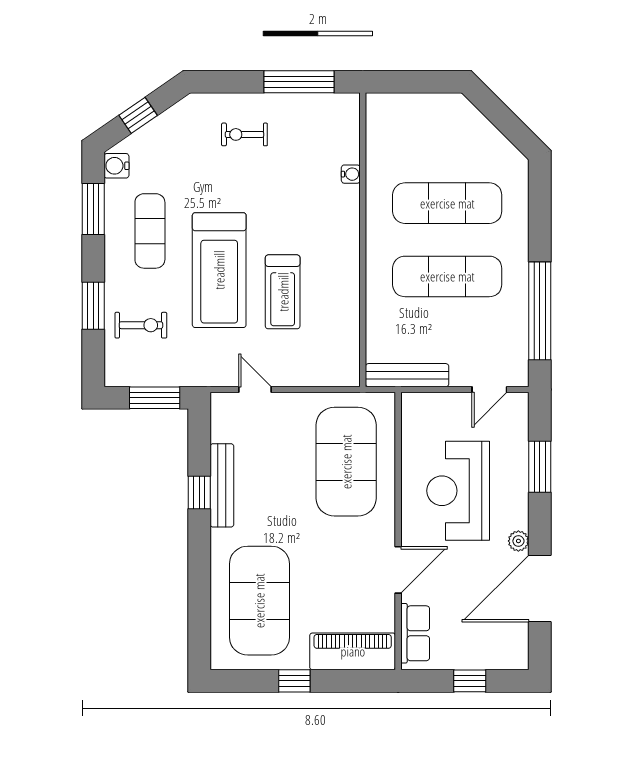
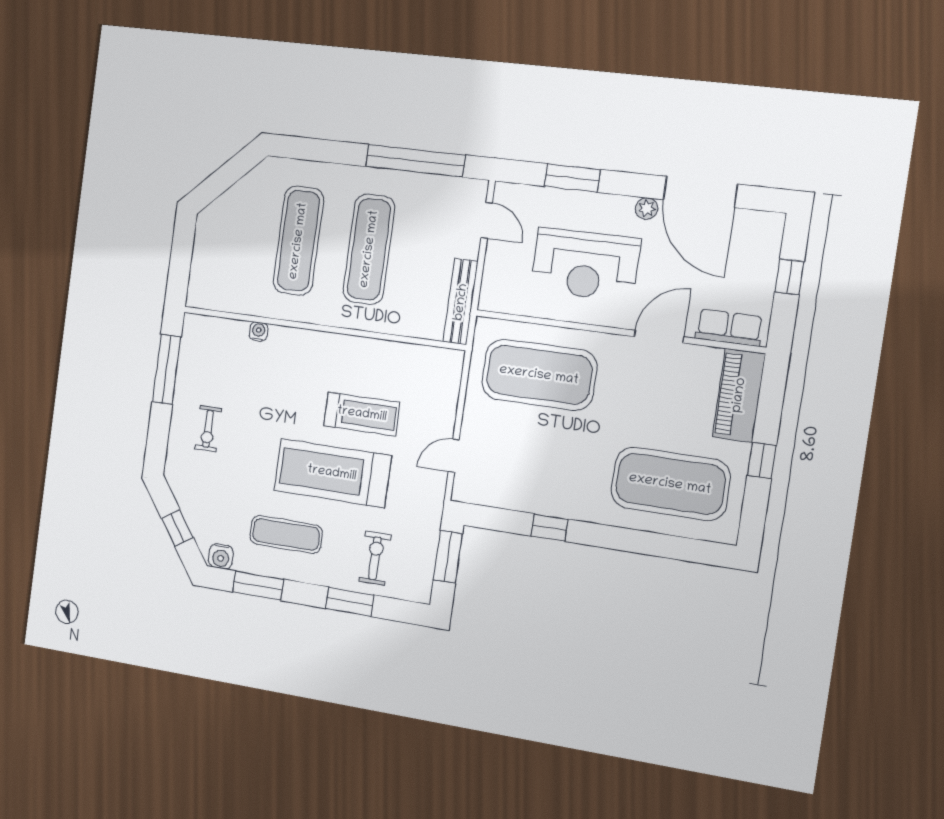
treadmill: (219, 270) -> (332, 473), turned 180
bench: (222, 485) -> (545, 504), removed
door: (398, 570) -> (659, 337), hinge flipped

